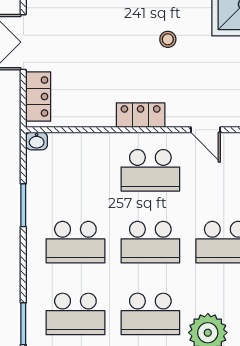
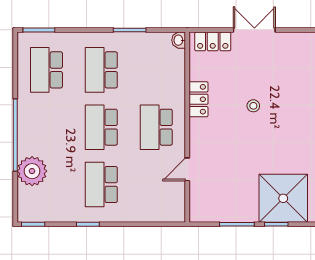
stool: (168, 39) -> (253, 106), moved
locker: (141, 115) -> (199, 99), moved
school desk: (150, 314) -> (46, 127), removed

